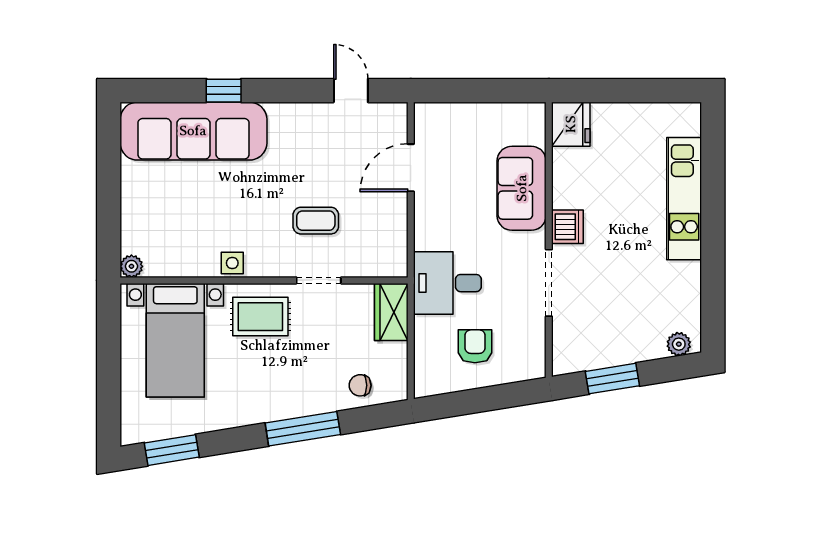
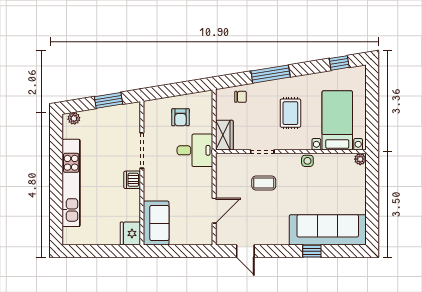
sofa: (522, 188) -> (156, 223), moved
kitchen unit: (684, 199) -> (71, 183), width x1.36
rug: (260, 317) -> (290, 113), moved, turned 90
window: (172, 450) -> (339, 63), width x0.67

